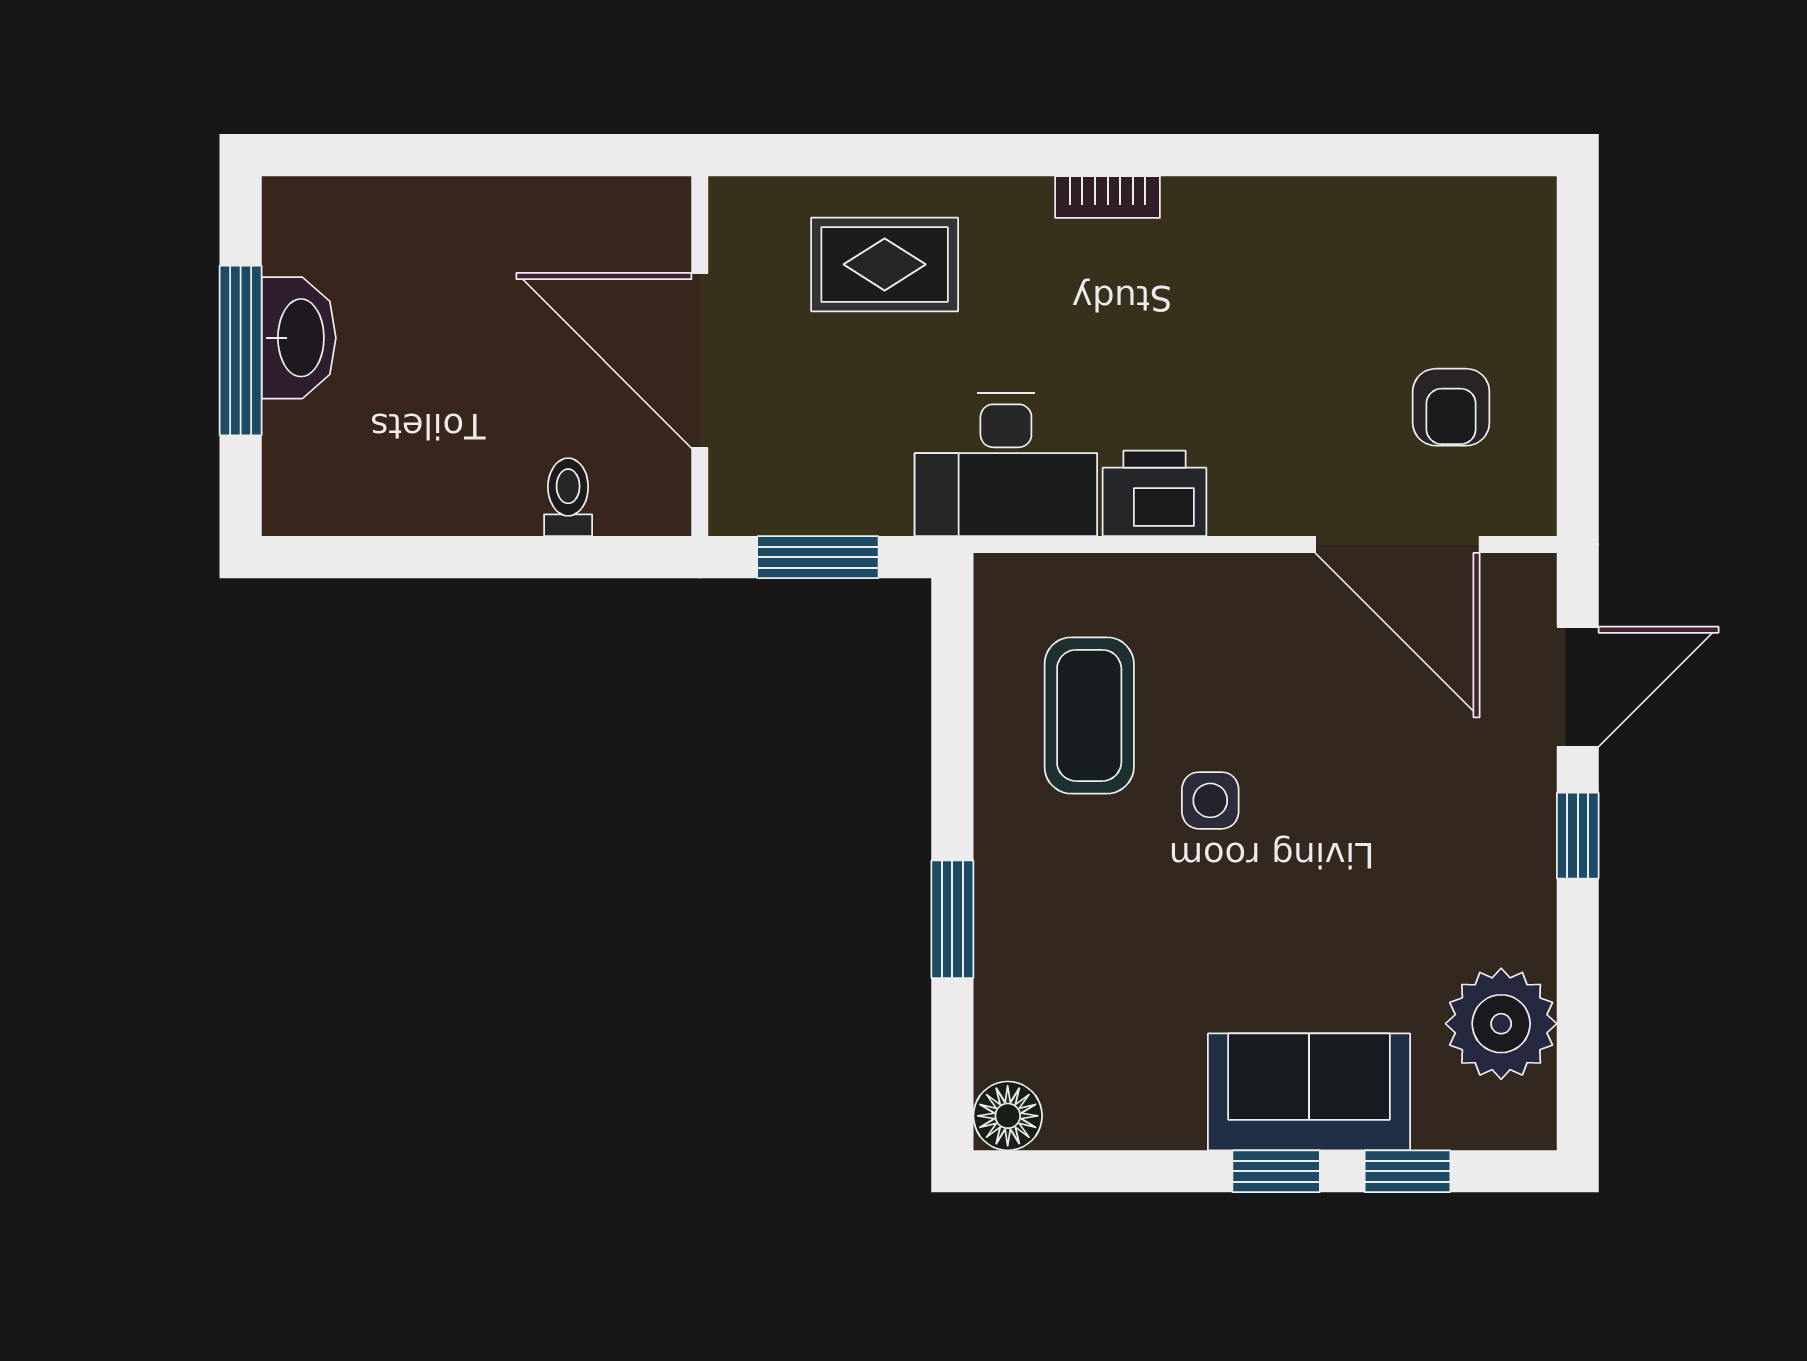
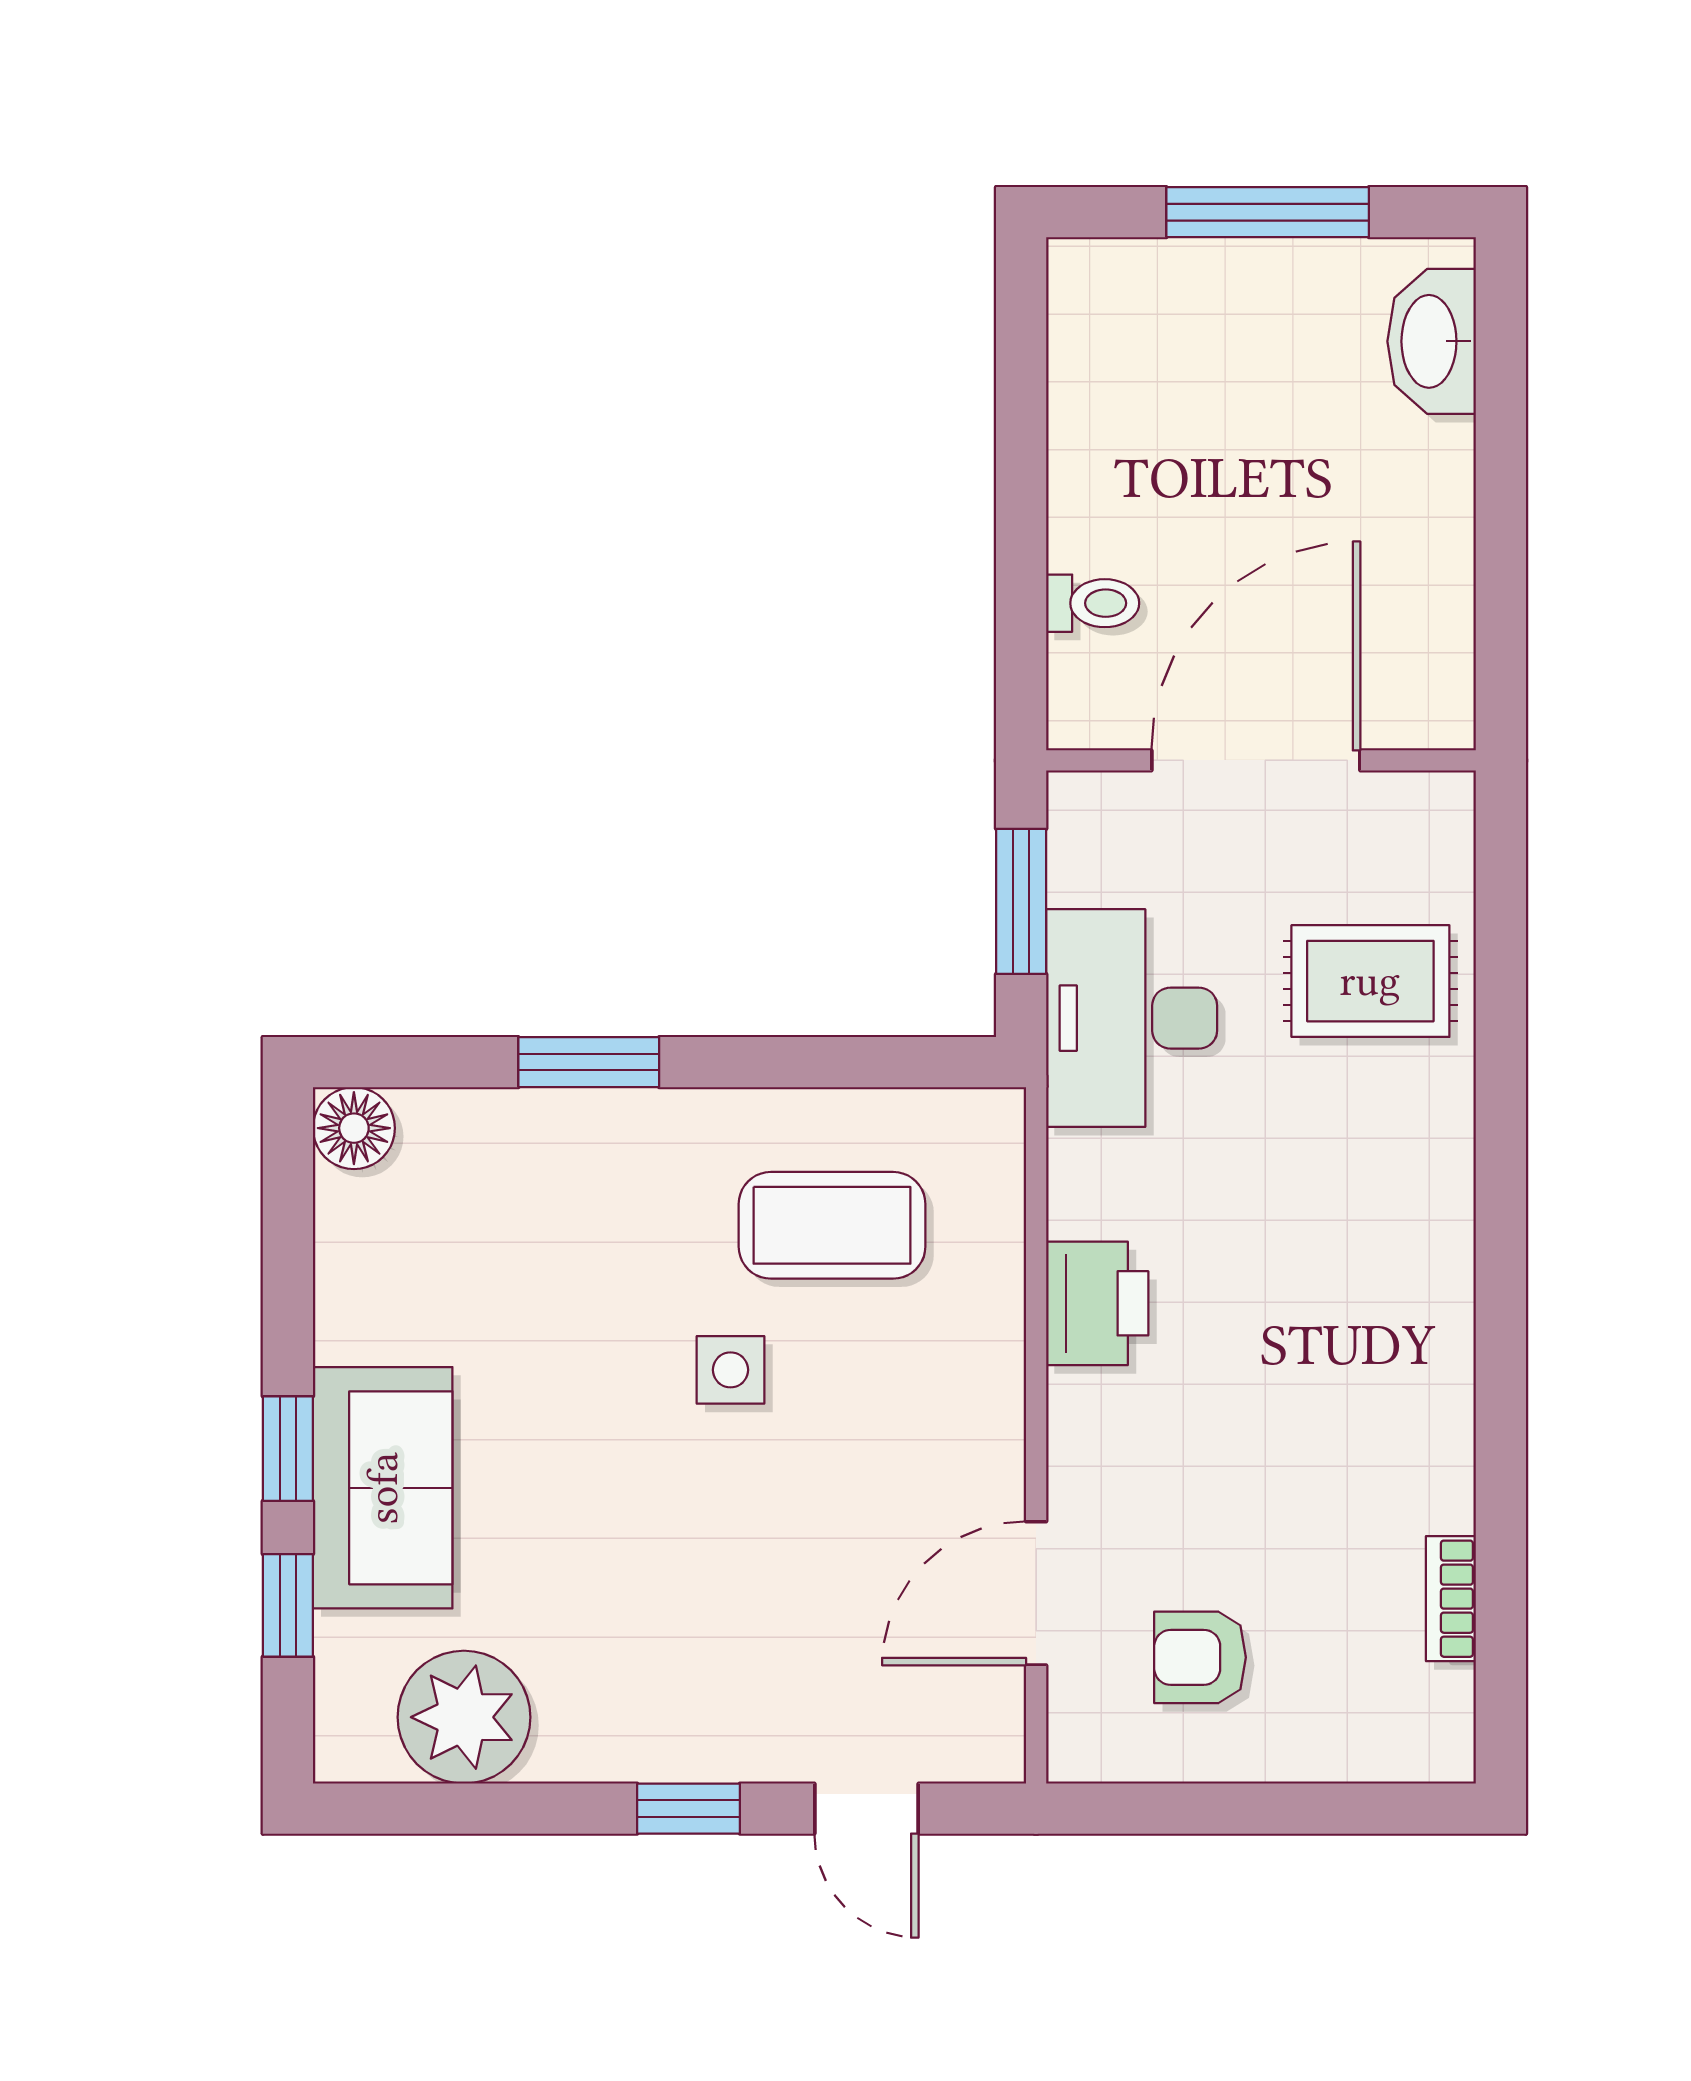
bookcase: (1108, 197) -> (1451, 1599), moved
rug: (885, 264) -> (1370, 981), turned 90
washbasin: (299, 338) -> (1432, 341), moved, turned 90
desk: (1006, 464) -> (1132, 1018), moved
door: (1397, 545) -> (1036, 1593), width x0.73
door: (1578, 687) -> (867, 1809), width x0.73

